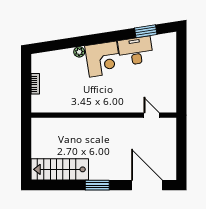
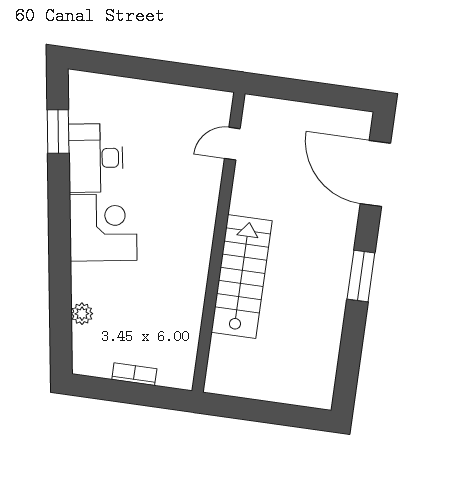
plant: (79, 52) -> (82, 314), moved
stairs: (60, 169) -> (242, 277), moved, turned 180
door: (147, 185) -> (375, 173), hinge flipped

